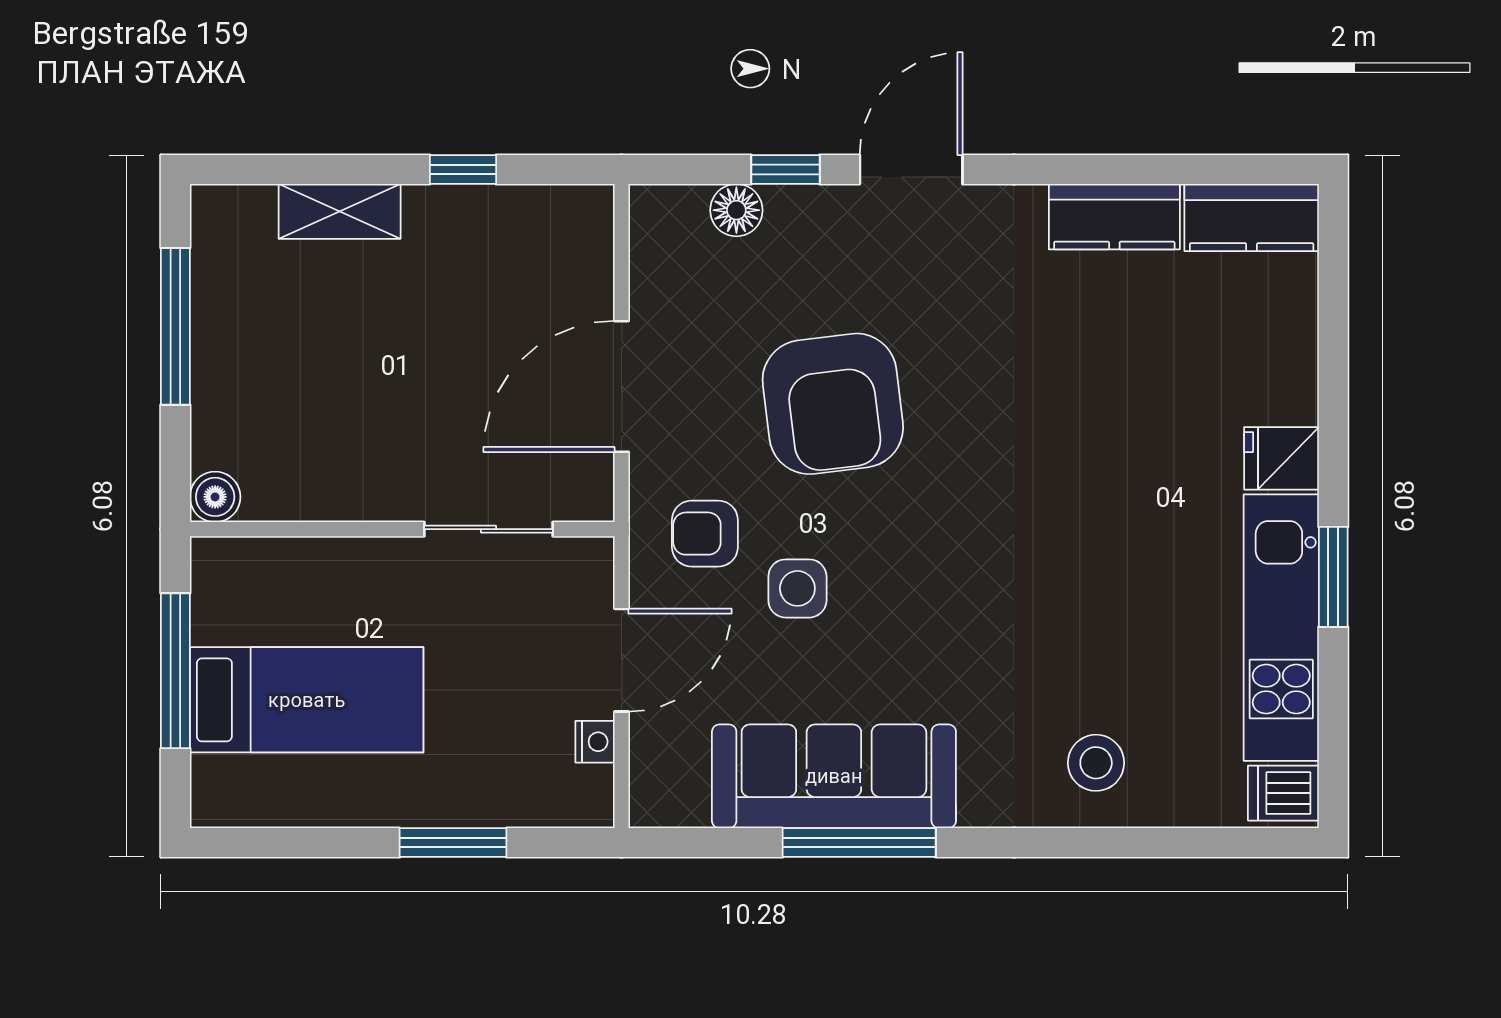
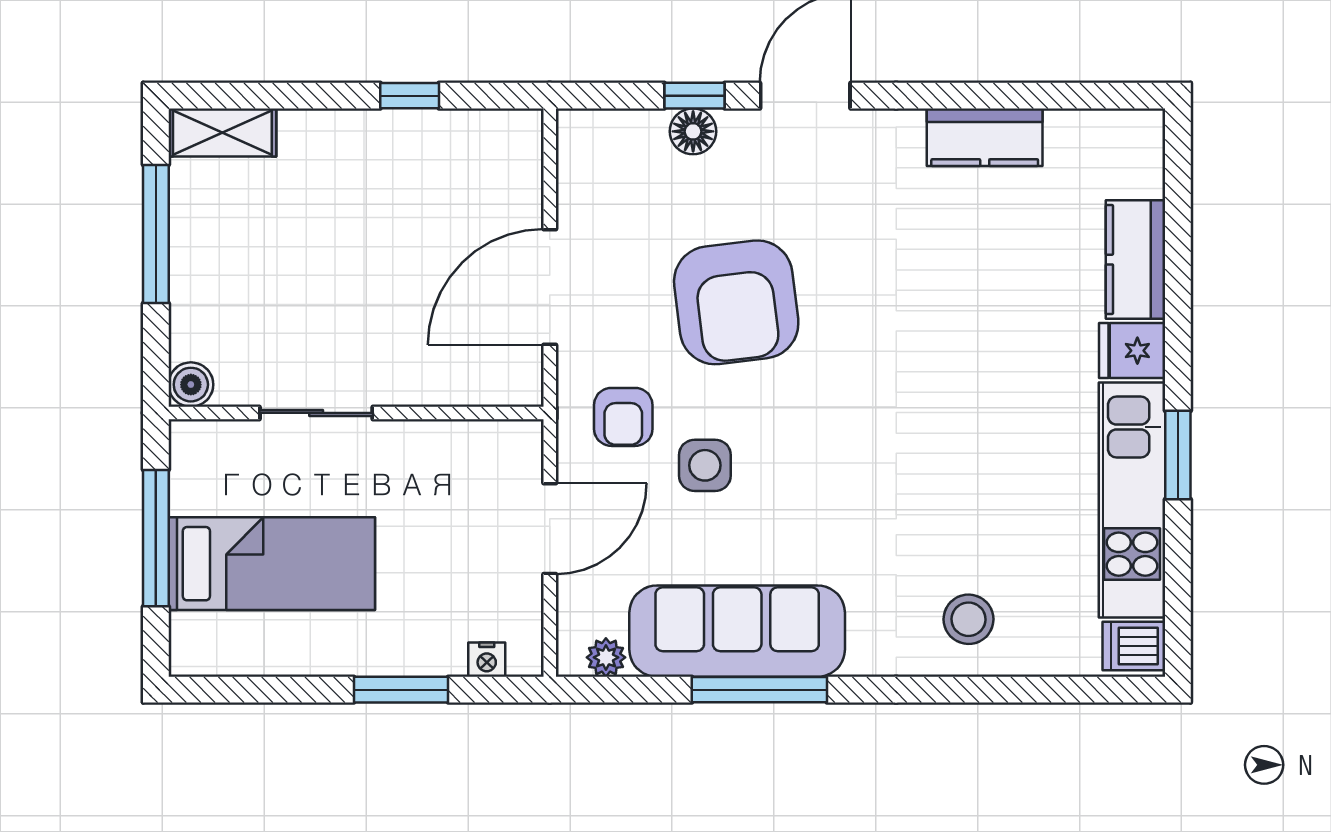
floor lamp: (736, 210) -> (693, 131), moved
shelving: (340, 211) -> (222, 132), moved
kitchen counter: (1252, 218) -> (1135, 260), moved, turned 90
sliding door: (489, 529) -> (316, 413), moved
armchair: (705, 534) -> (623, 417), turned -90
nightstand: (595, 742) -> (487, 660), moved, turned 90
plant: (685, 806) -> (606, 657), added

